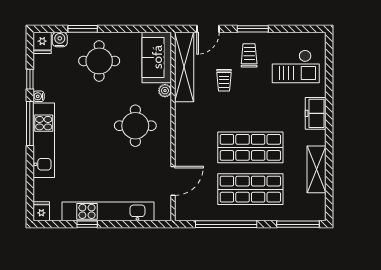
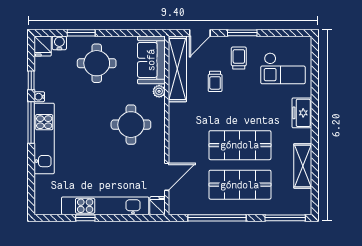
fridge: (41, 211) -> (158, 206), moved

